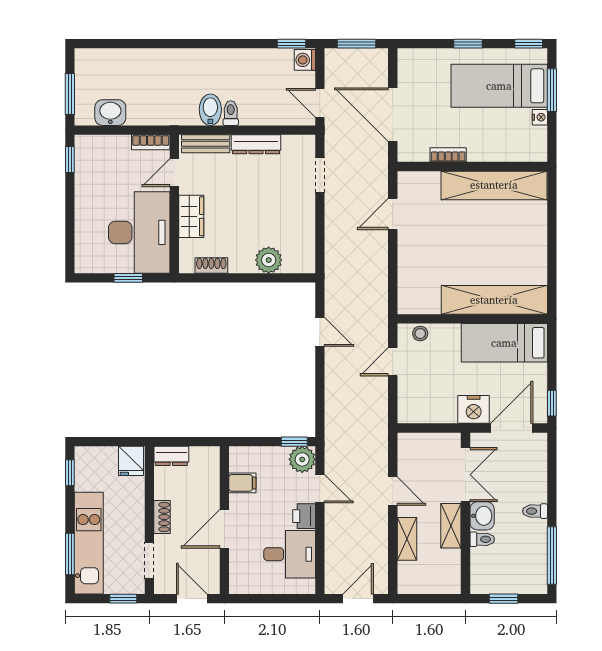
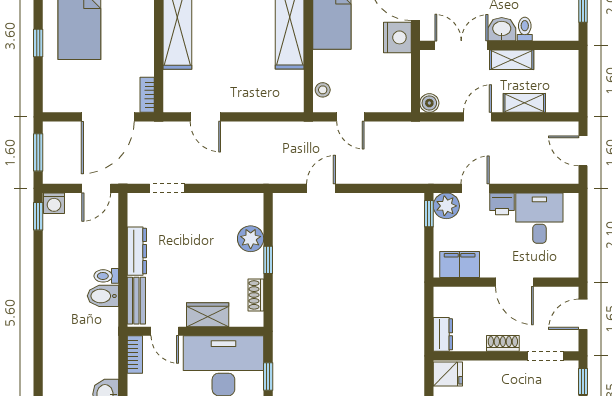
bookcase: (448, 155) -> (147, 95), moved
window: (247, 278) -> (268, 260), added
boiler: (407, 442) -> (429, 103), added
filing cabinet: (242, 483) -> (460, 265), width x2.00

